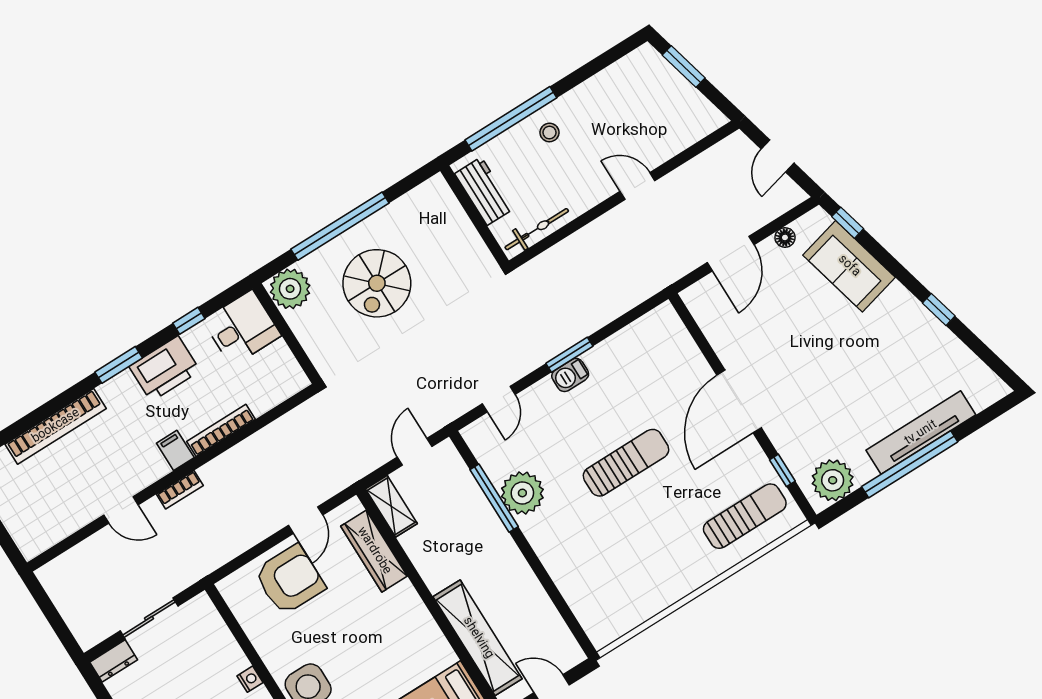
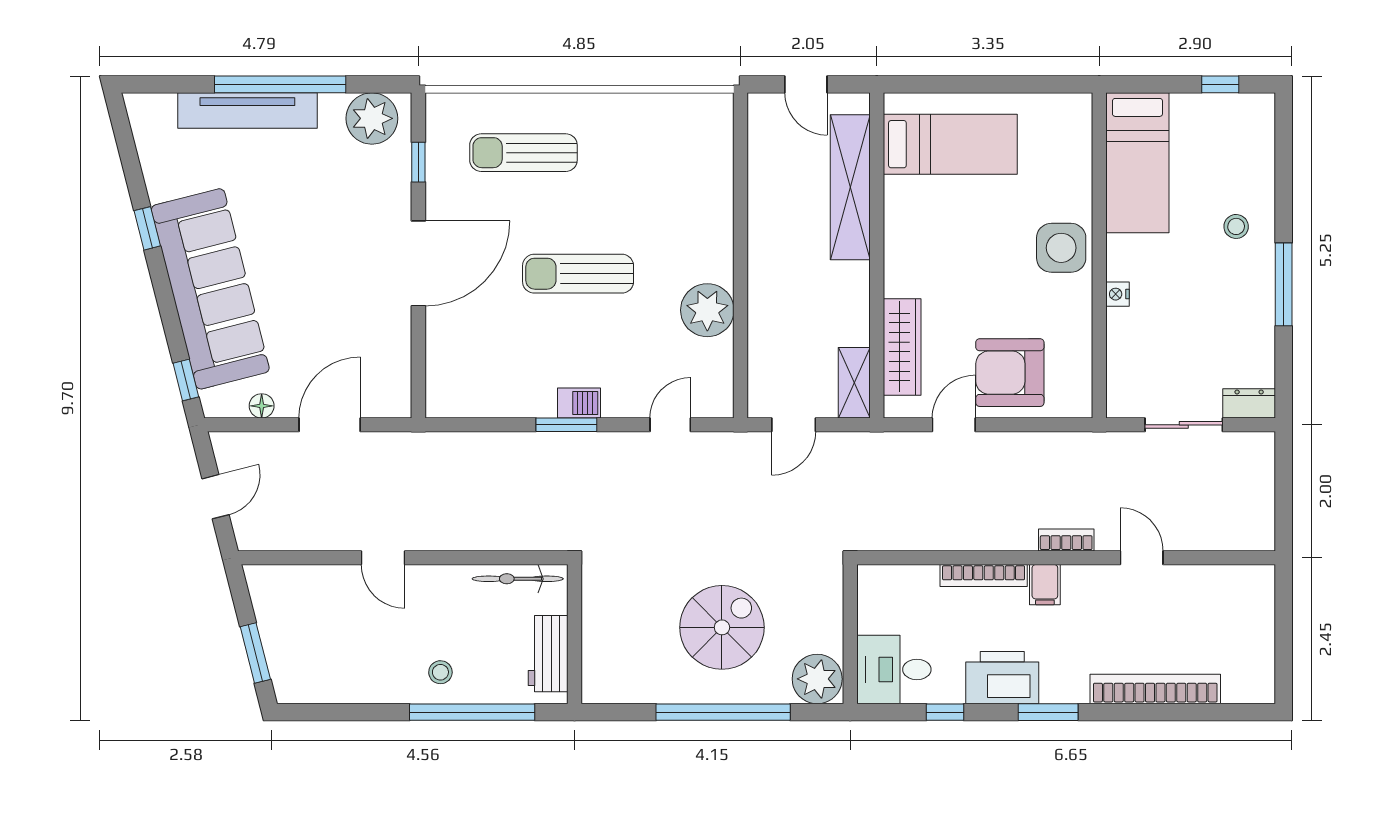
sofa: (849, 266) -> (210, 289), width x1.85, depth x1.27
window: (494, 498) -> (741, 324), removed
sun lounger: (745, 516) -> (523, 153), moved

